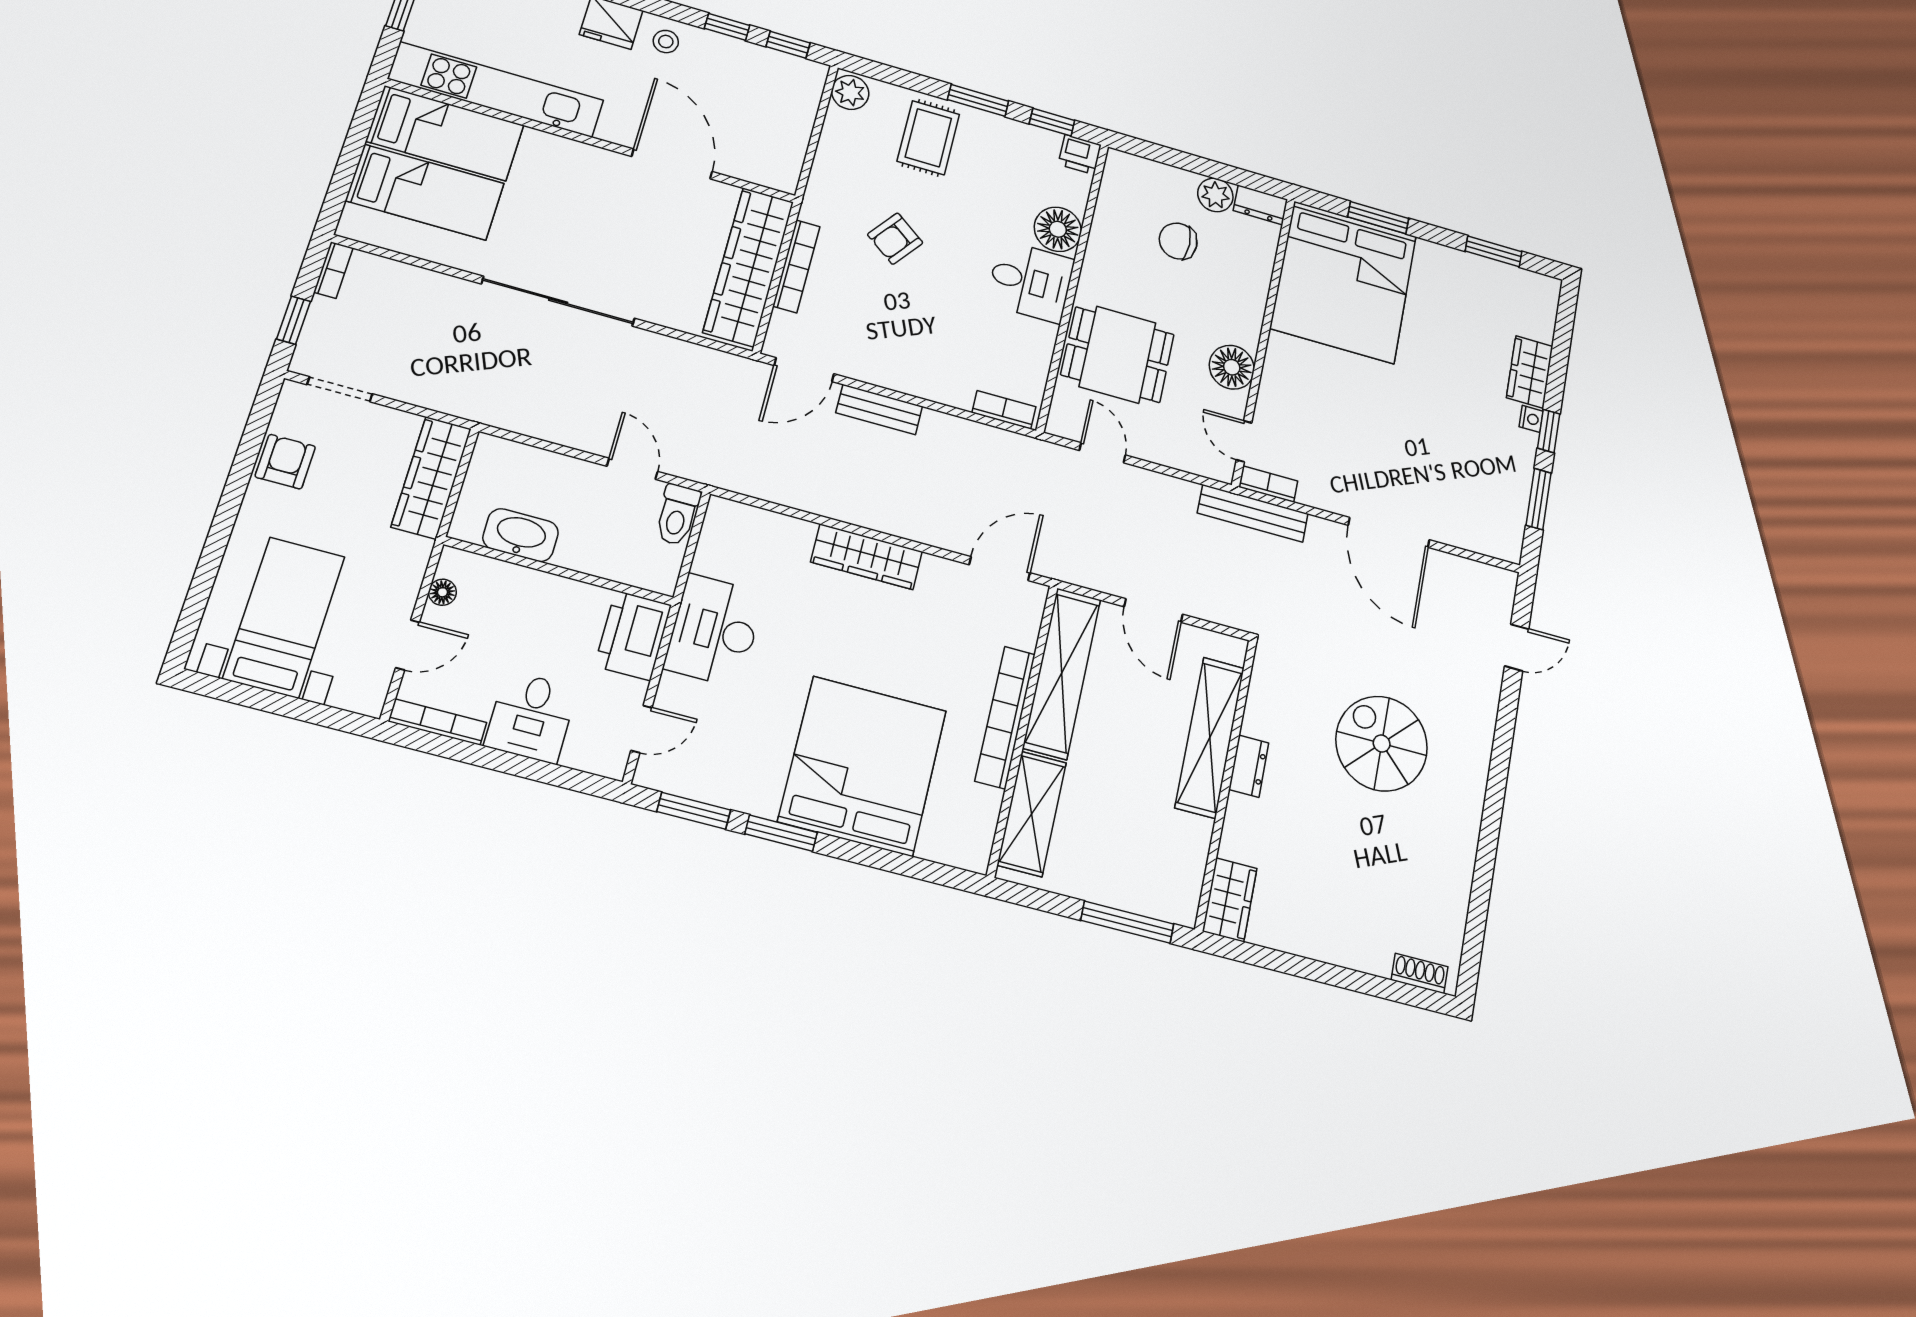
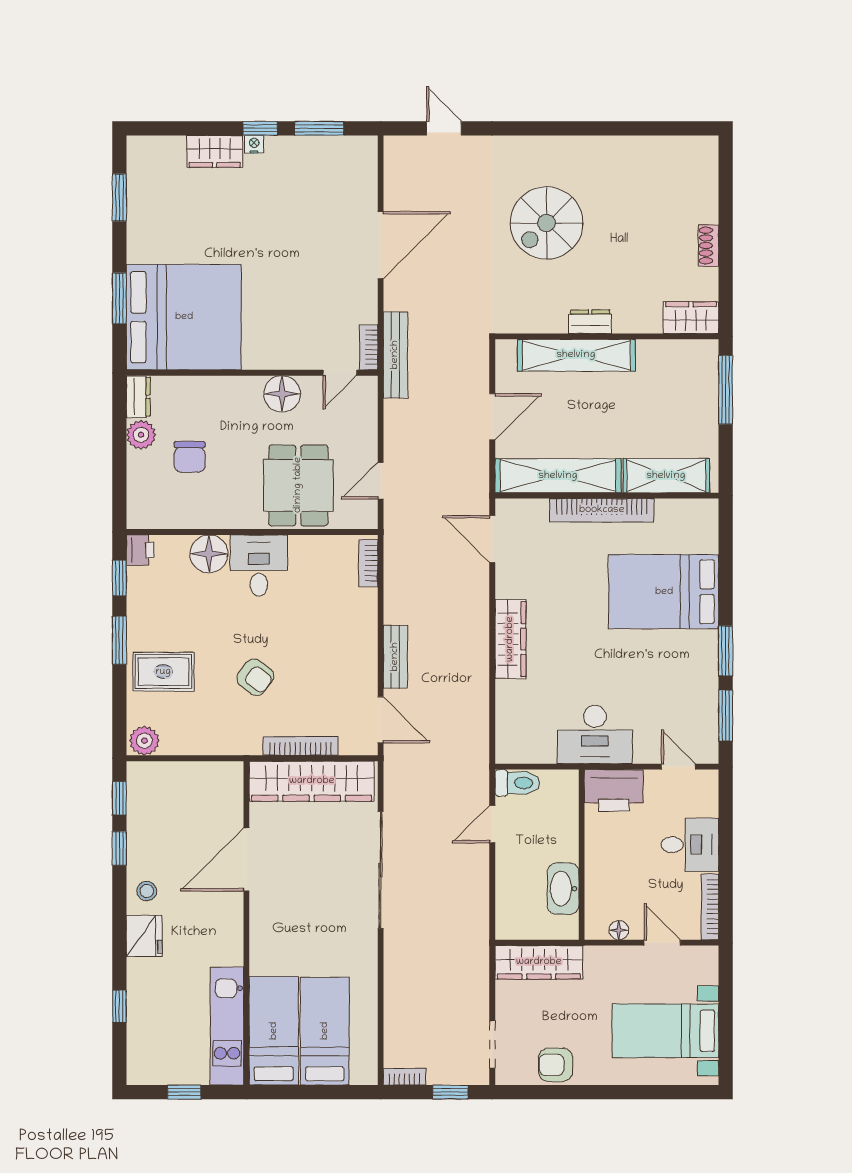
kitchen unit: (496, 90) -> (227, 1026), width x0.73
sliding door: (558, 301) -> (381, 870), moved
bed: (863, 766) -> (664, 592), width x0.73
shoe rack: (1420, 973) -> (708, 246), moved

